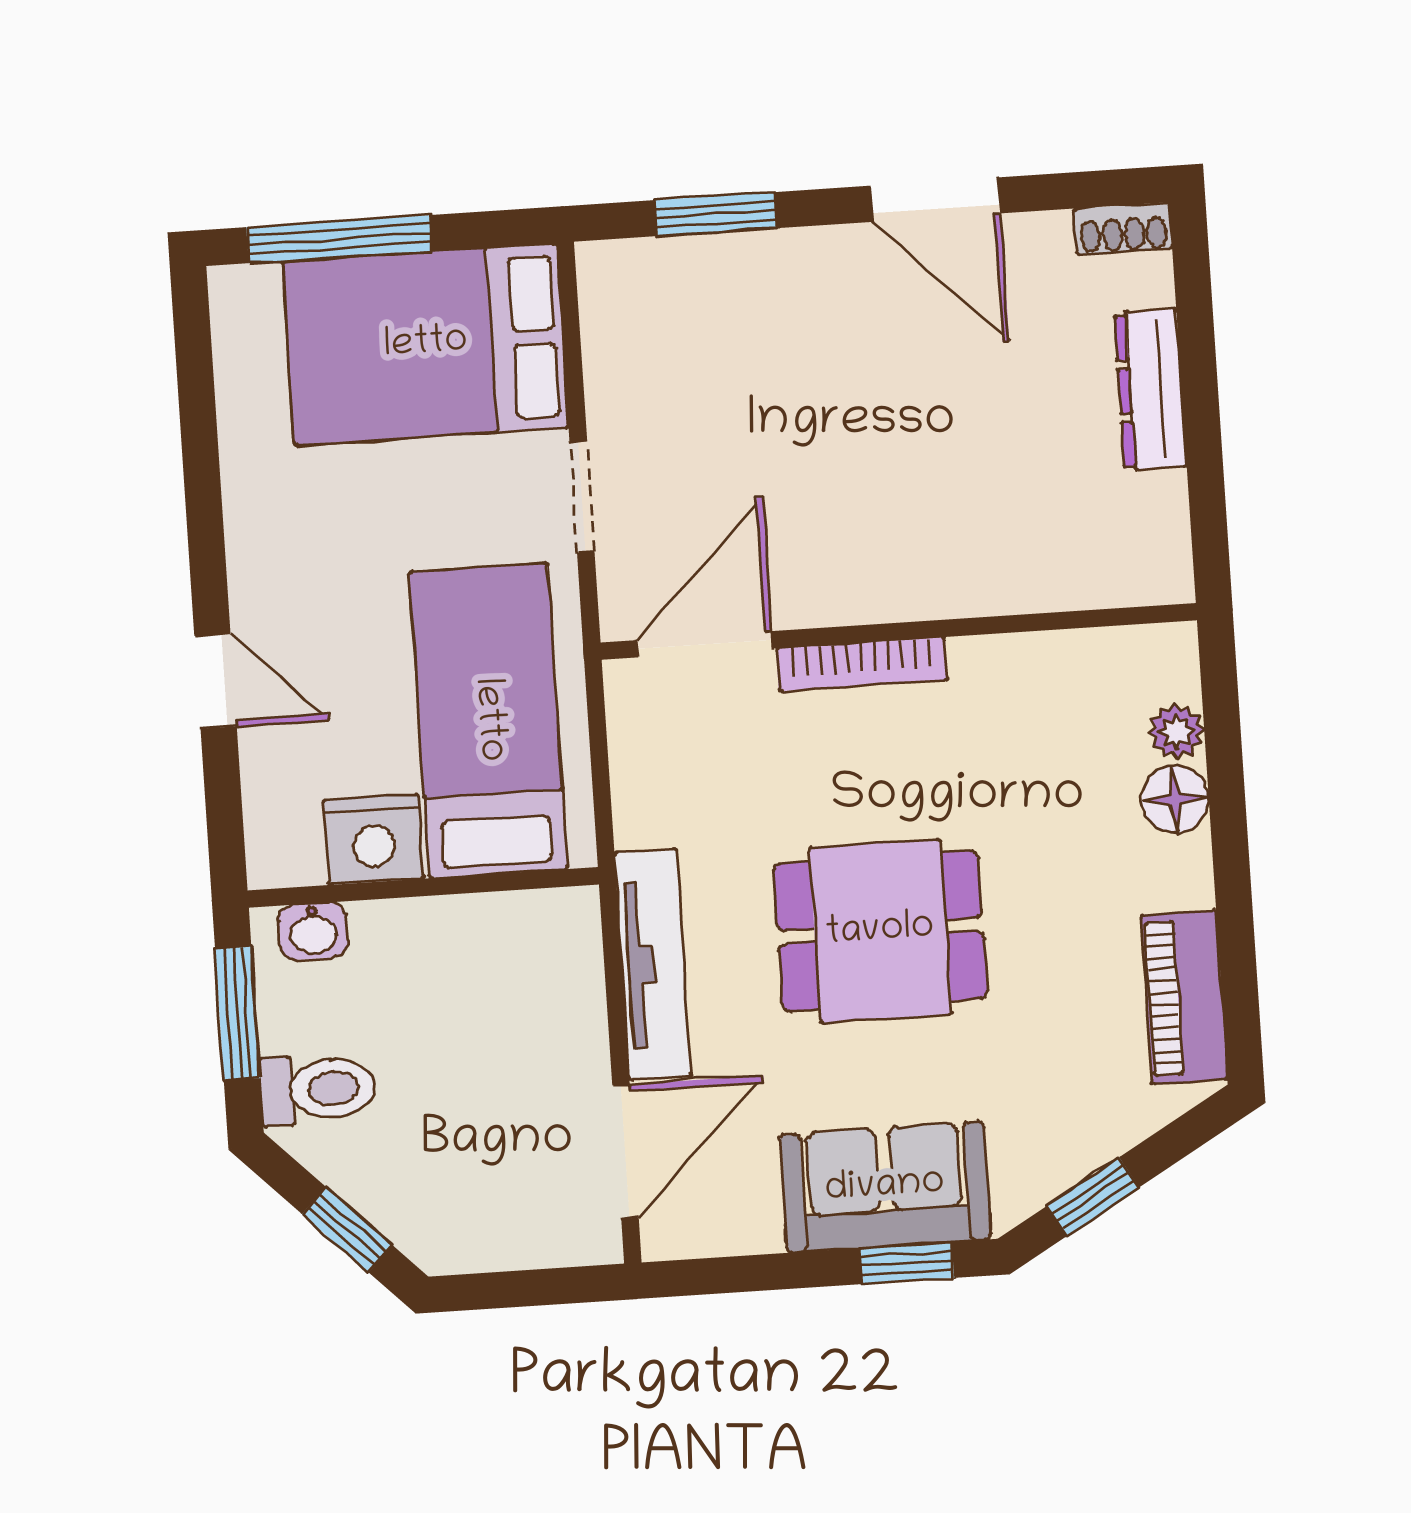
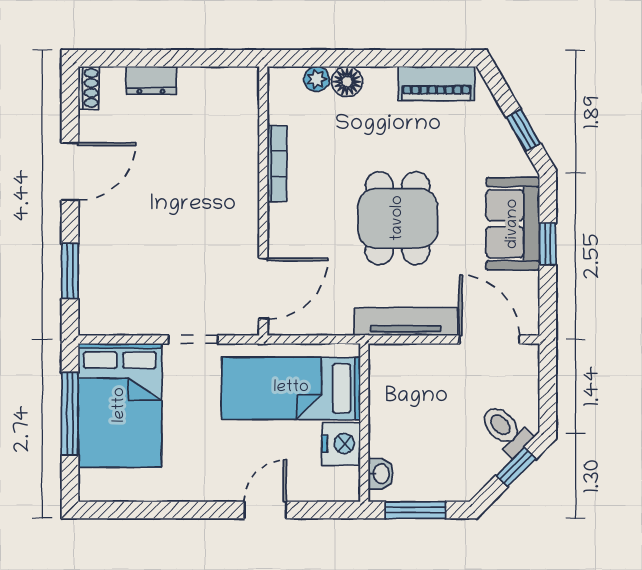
window: (339, 239) -> (70, 414), moved
dresser: (1150, 390) -> (151, 80), width x0.70
door: (705, 644) -> (263, 289), swing flipped
bookcase: (862, 664) -> (277, 164), moved
toilet: (318, 1089) -> (505, 430), moved, turned -45
window: (907, 1263) -> (548, 244), moved

